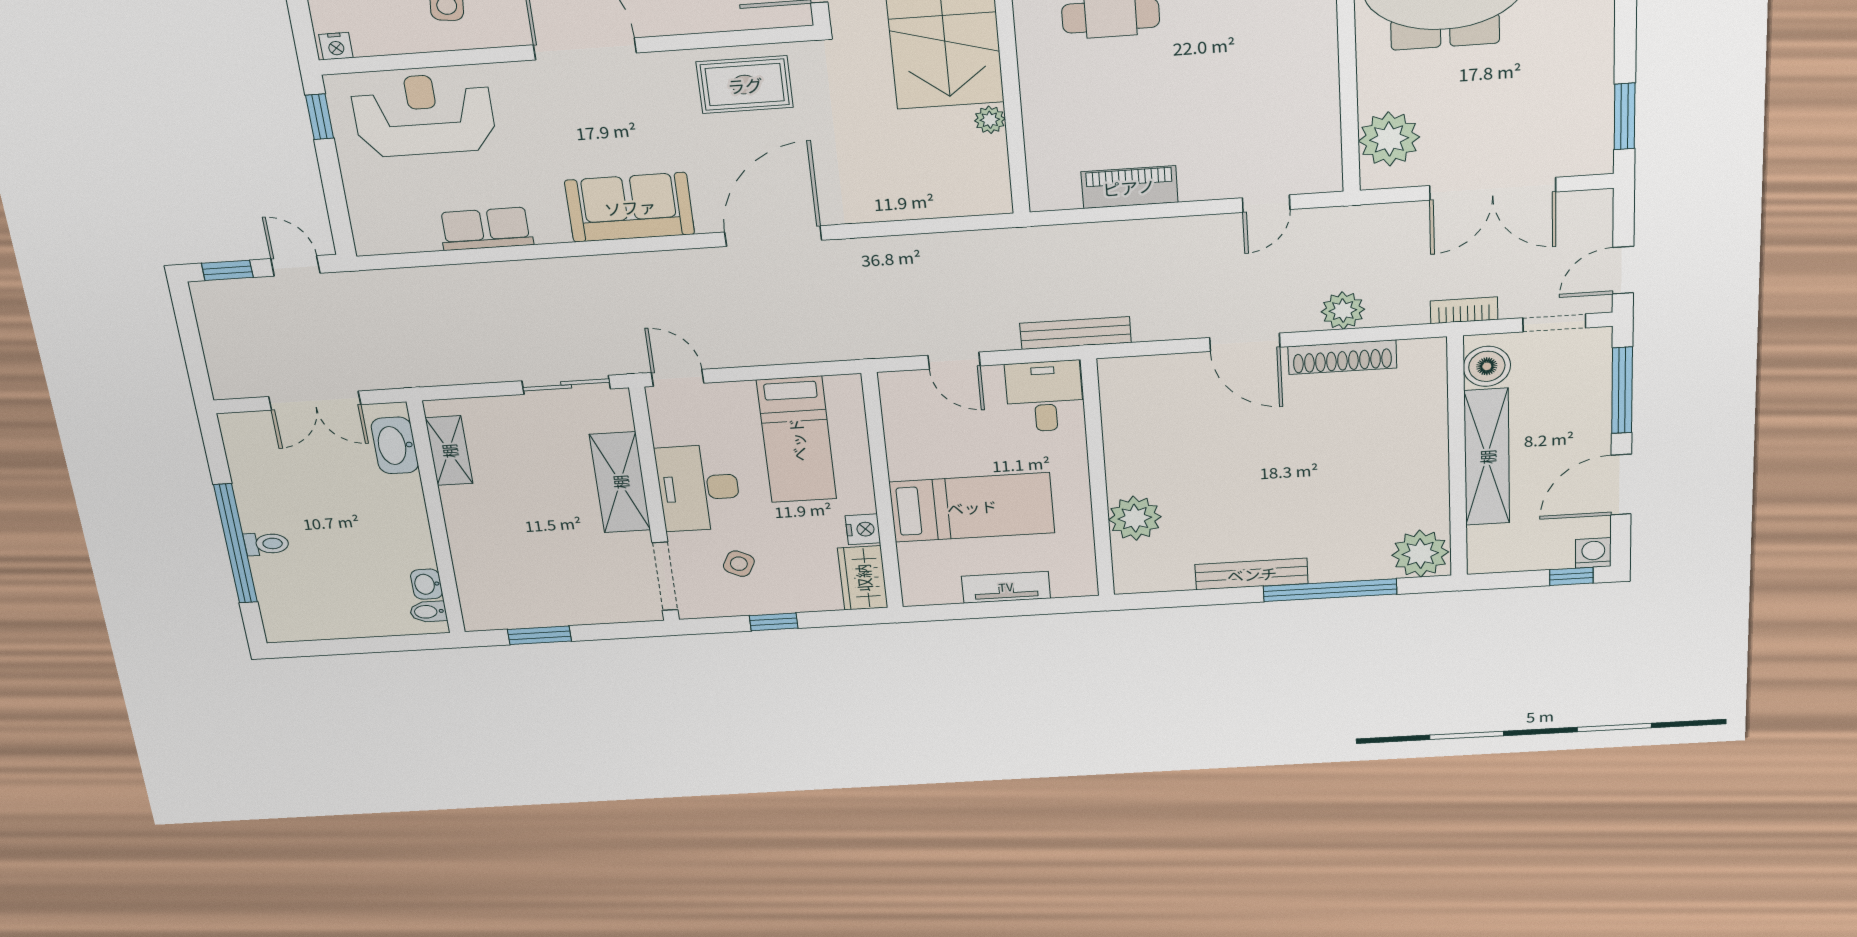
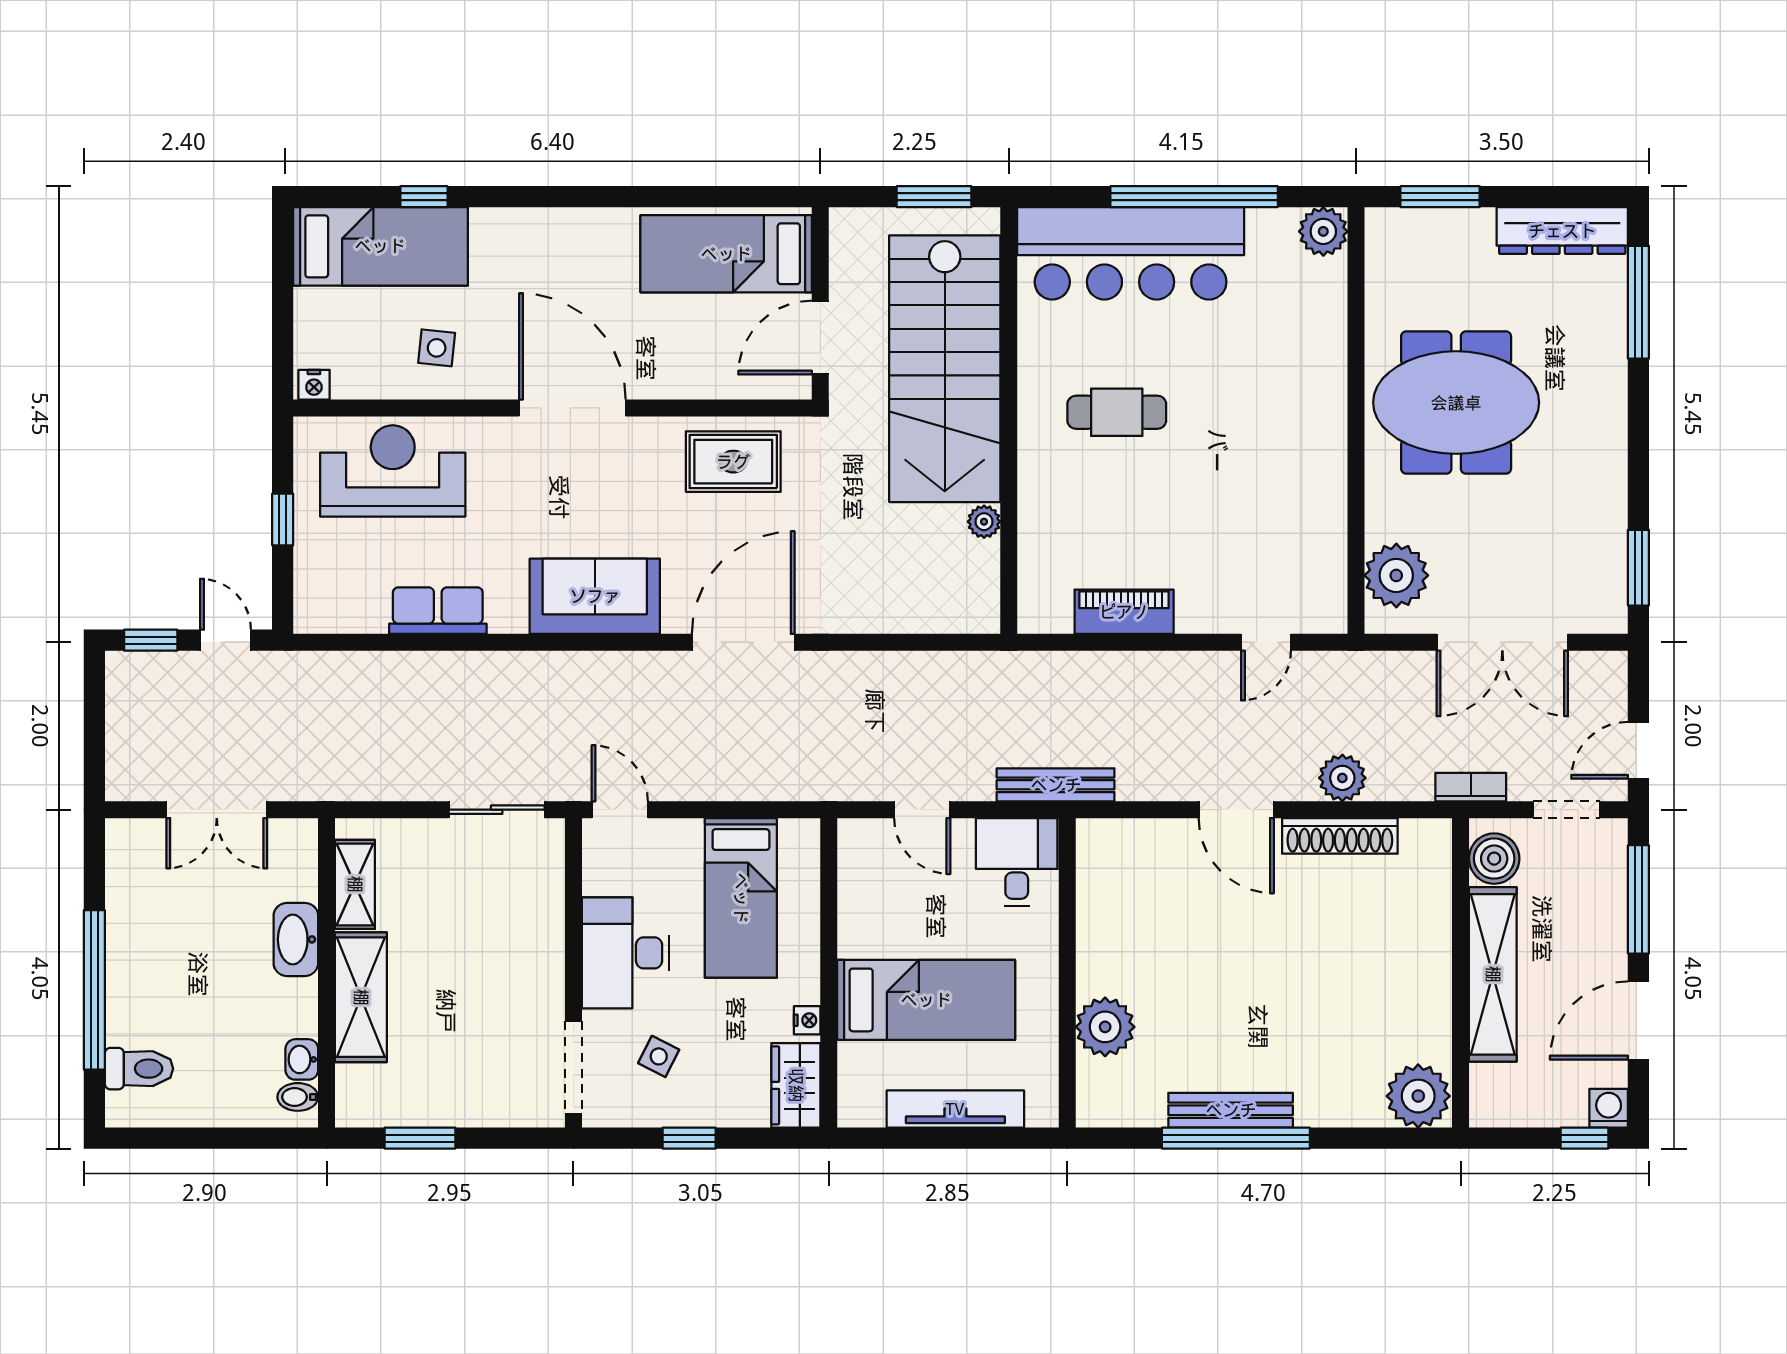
window: (320, 117) -> (283, 520), moved
washbasin: (395, 445) -> (296, 939), moved
shelving: (620, 482) -> (361, 997), moved
nightstand: (863, 529) -> (807, 1020), width x0.72, depth x0.74
toilet: (267, 544) -> (139, 1069), moved, width x1.37, depth x1.39
tv unit: (1006, 587) -> (955, 1109), width x1.41
window: (1330, 590) -> (1236, 1138), moved

